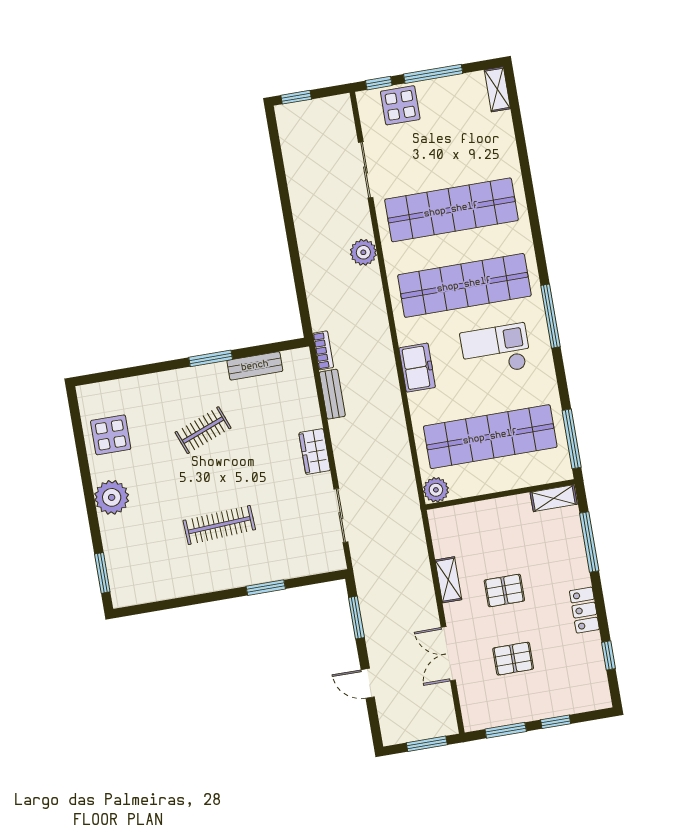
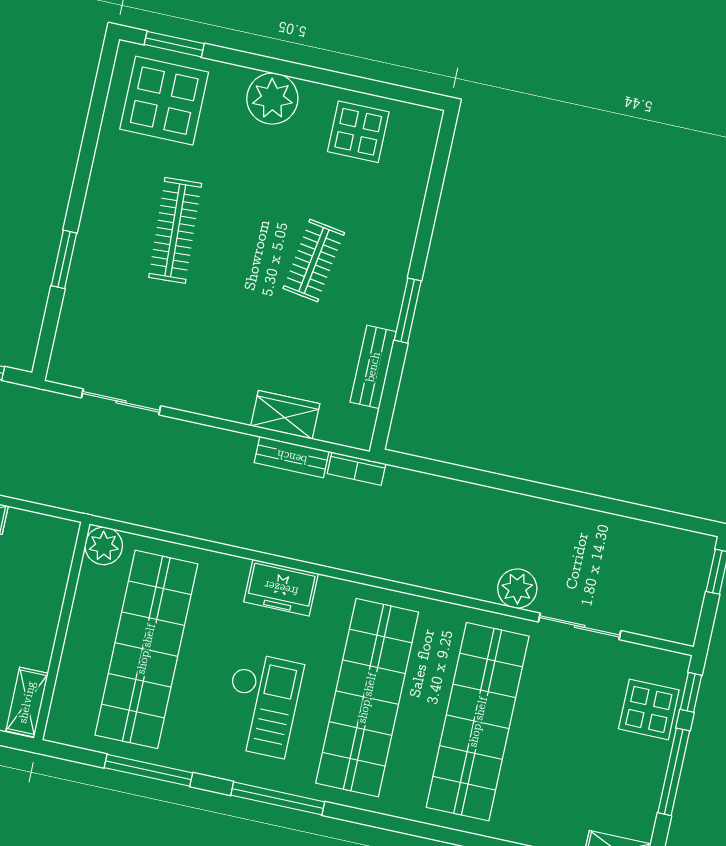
plant: (363, 252) -> (517, 589), moved
clothes rail: (203, 430) -> (314, 261), turned 30
window: (572, 439) -> (148, 770), moved
wardrobe: (315, 452) -> (285, 415), moved
display table: (140, 565) -> (164, 101), added

